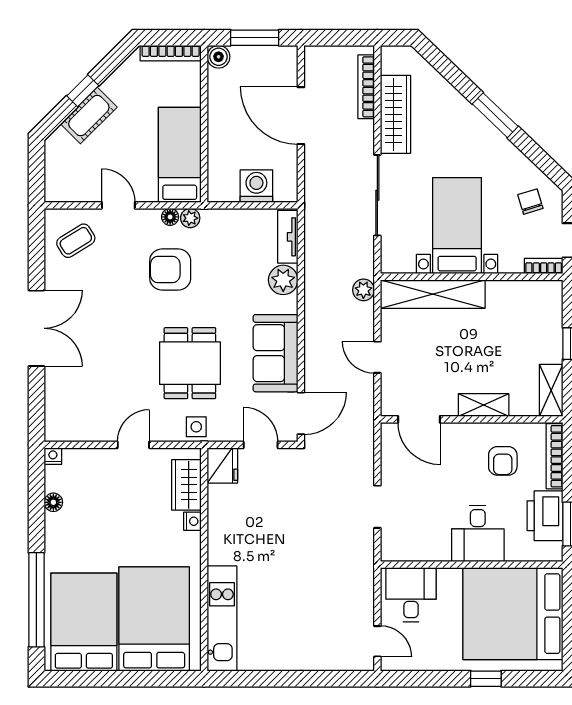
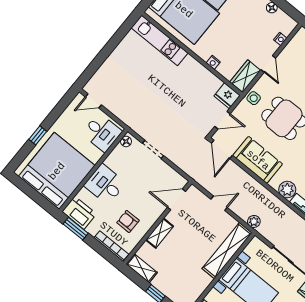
nightstand: (53, 456) -> (280, 39), moved
wardrobe: (186, 485) -> (245, 76), moved, turned -90
printer: (545, 516) -> (79, 213), moved
floor lamp: (396, 552) -> (126, 141), added

